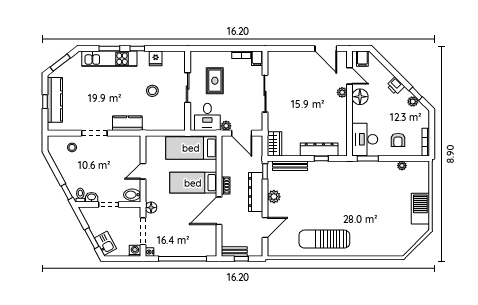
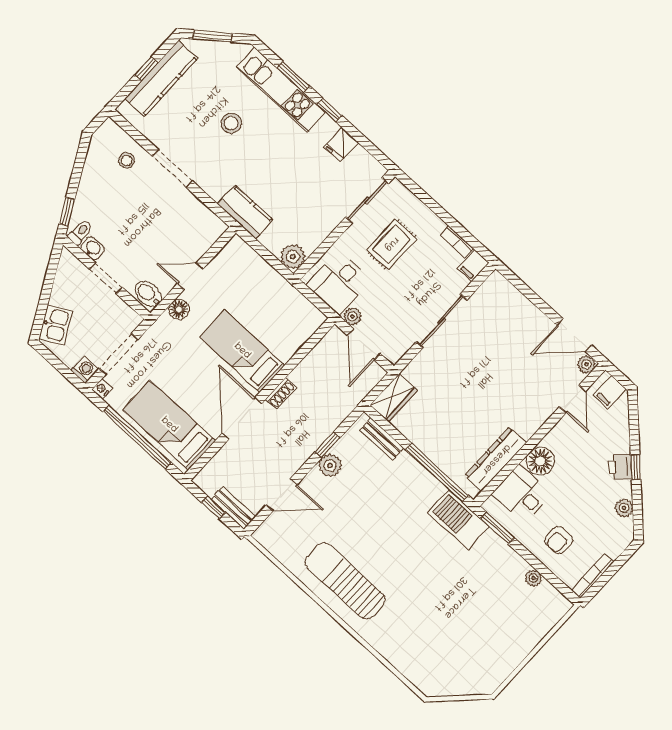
door: (326, 49) -> (574, 335), hinge flipped
sliding door: (188, 88) -> (367, 200), moved
stool: (152, 91) -> (231, 123), moved
plant: (342, 92) -> (586, 364), moved
window: (416, 94) -> (636, 467), moved
floor lamp: (360, 97) -> (540, 461), moved
kitchen counter: (127, 123) -> (245, 212), moved
plant: (178, 124) -> (293, 257), added
desk: (365, 139) -> (522, 494), width x0.73
bed: (191, 148) -> (169, 425), moved
dresser: (319, 149) -> (496, 459), moved, turned -90
window: (321, 159) -> (437, 472), width x3.17
bench: (290, 166) -> (382, 439), width x0.73
window: (265, 171) -> (327, 445), moved
dresser: (256, 192) -> (312, 438), removed
floor lamp: (151, 208) -> (179, 309), moved
barbecue: (420, 209) -> (458, 520), moved, turned -90
door: (219, 211) -> (242, 418), hinge flipped
window: (92, 238) -> (44, 302), removed
bench: (234, 252) -> (233, 508), moved

